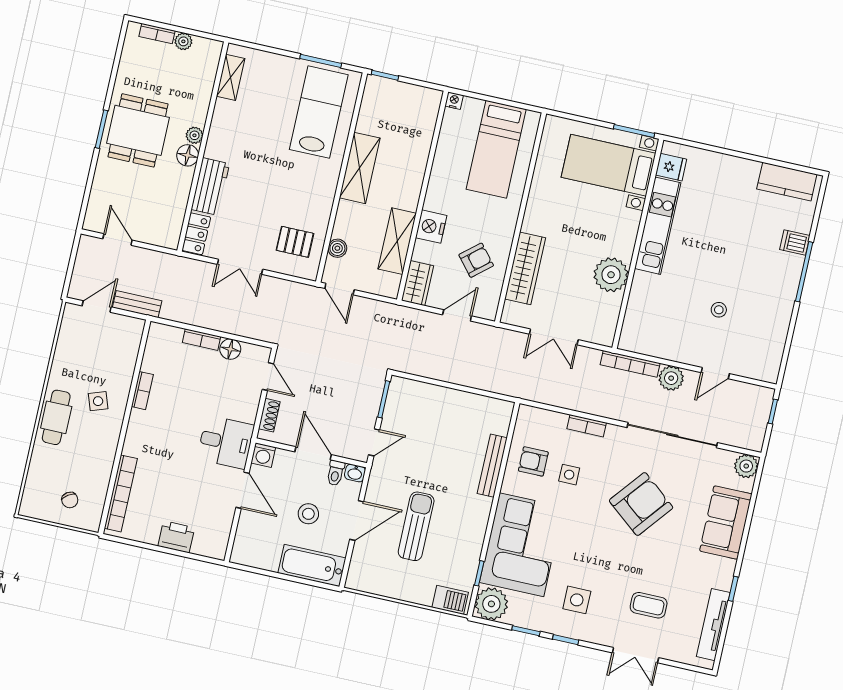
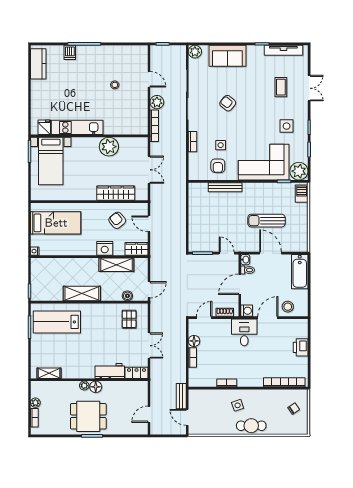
armchair: (641, 504) -> (228, 103), width x0.53, depth x0.53
stool: (308, 514) -> (288, 307), moved

